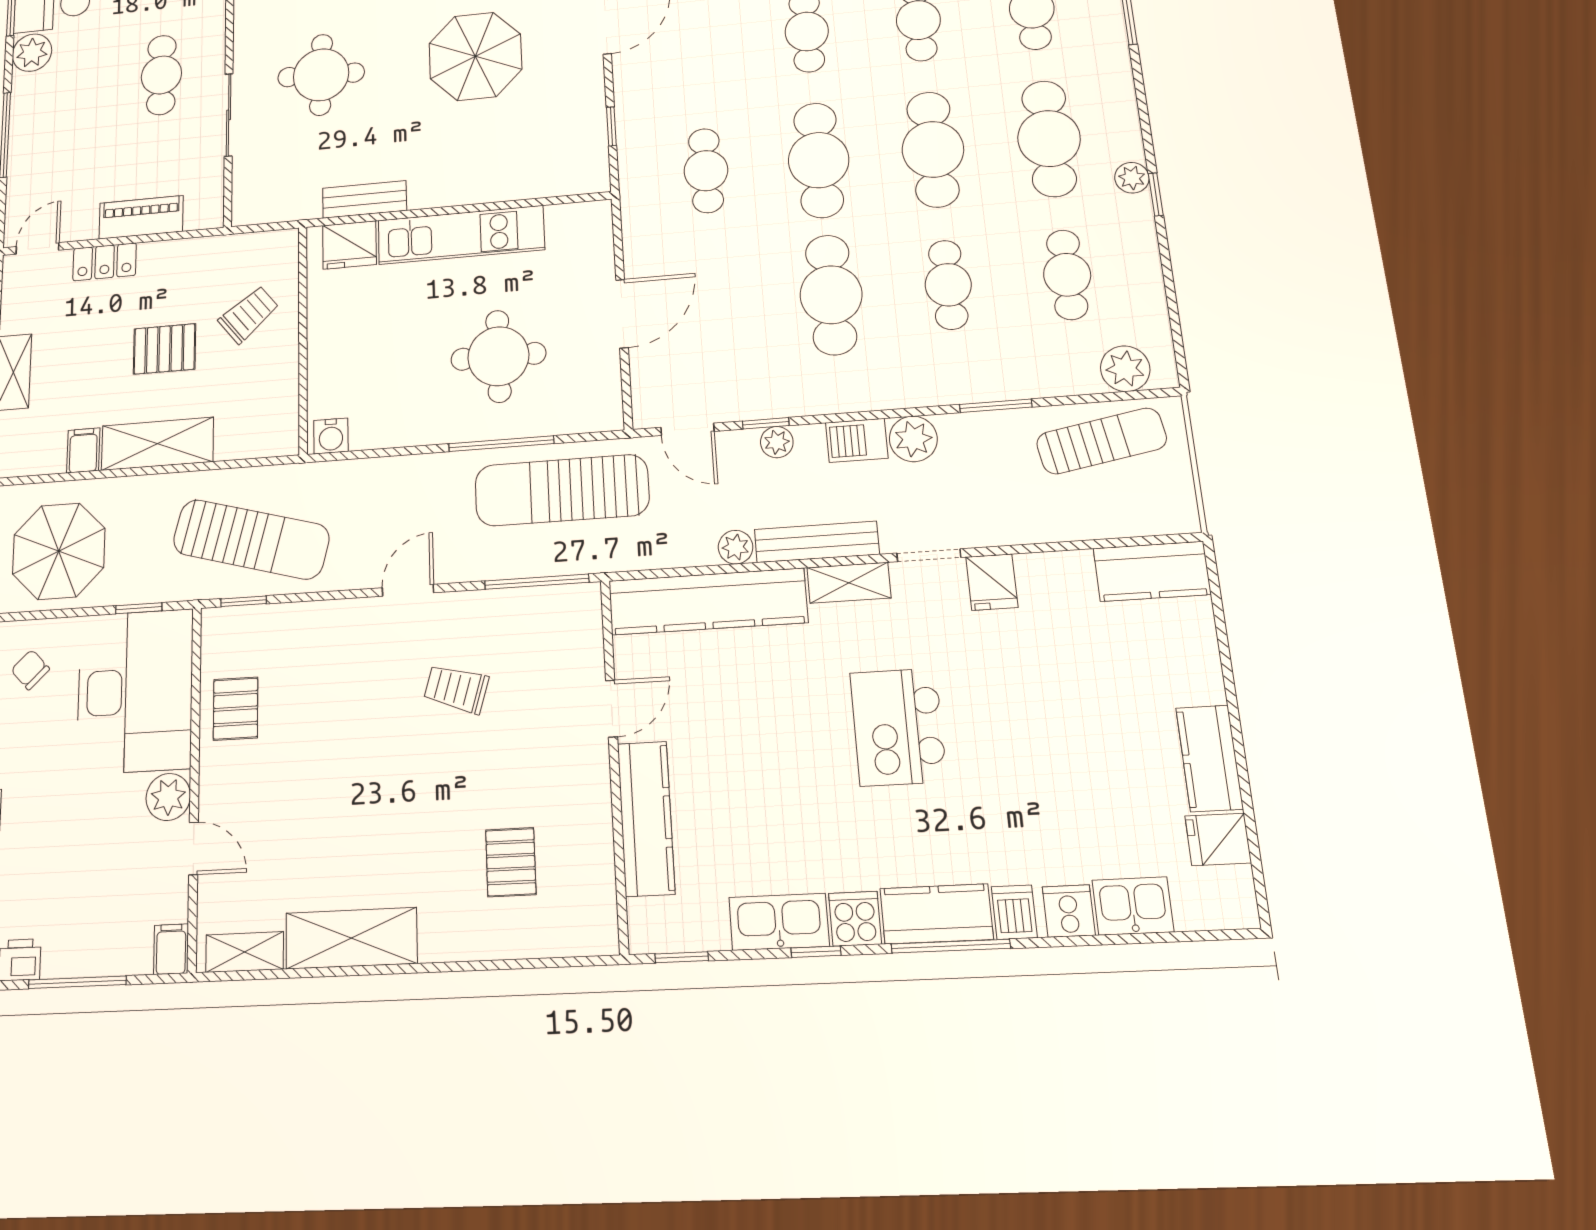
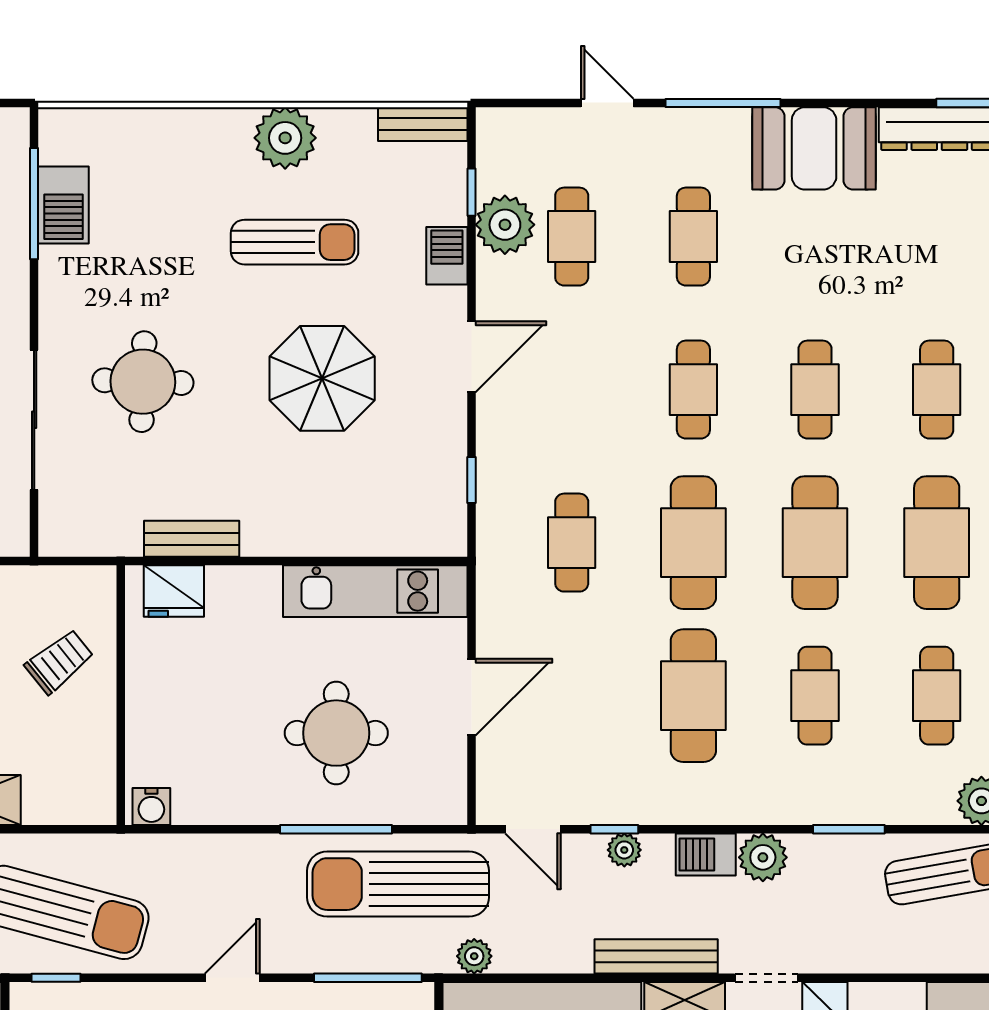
sliding door: (229, 115) -> (34, 420), width x1.37
kitchen unit: (461, 235) -> (375, 591), moved
plant: (736, 547) -> (474, 956), moved

